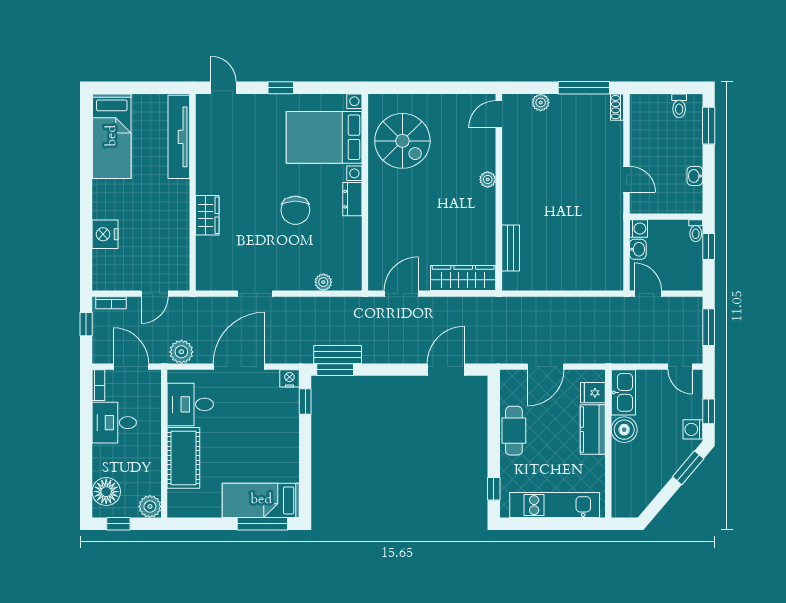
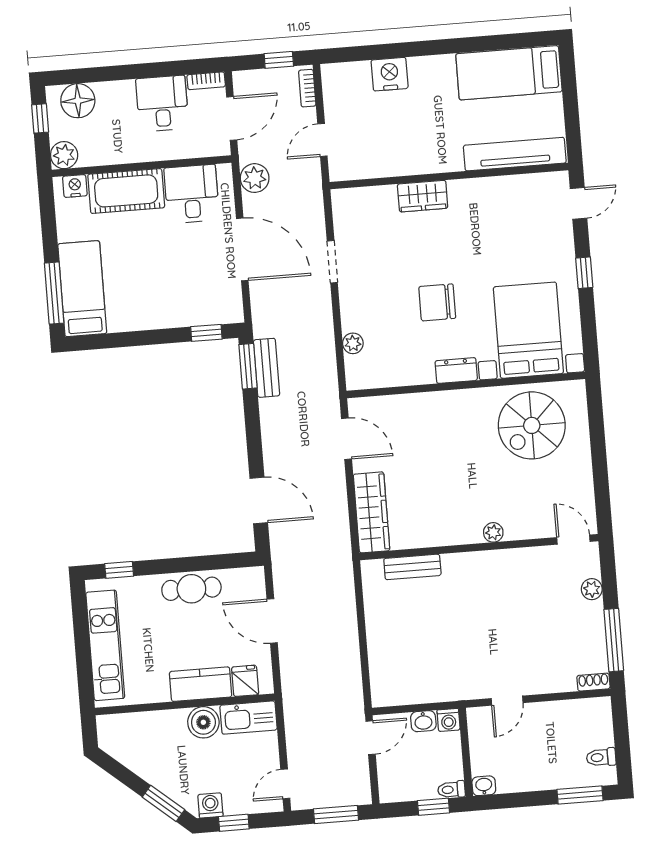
washbasin: (695, 176) -> (484, 786), moved
door: (155, 294) -> (322, 140), hinge flipped
nightstand: (289, 378) -> (75, 186), moved, turned -90

